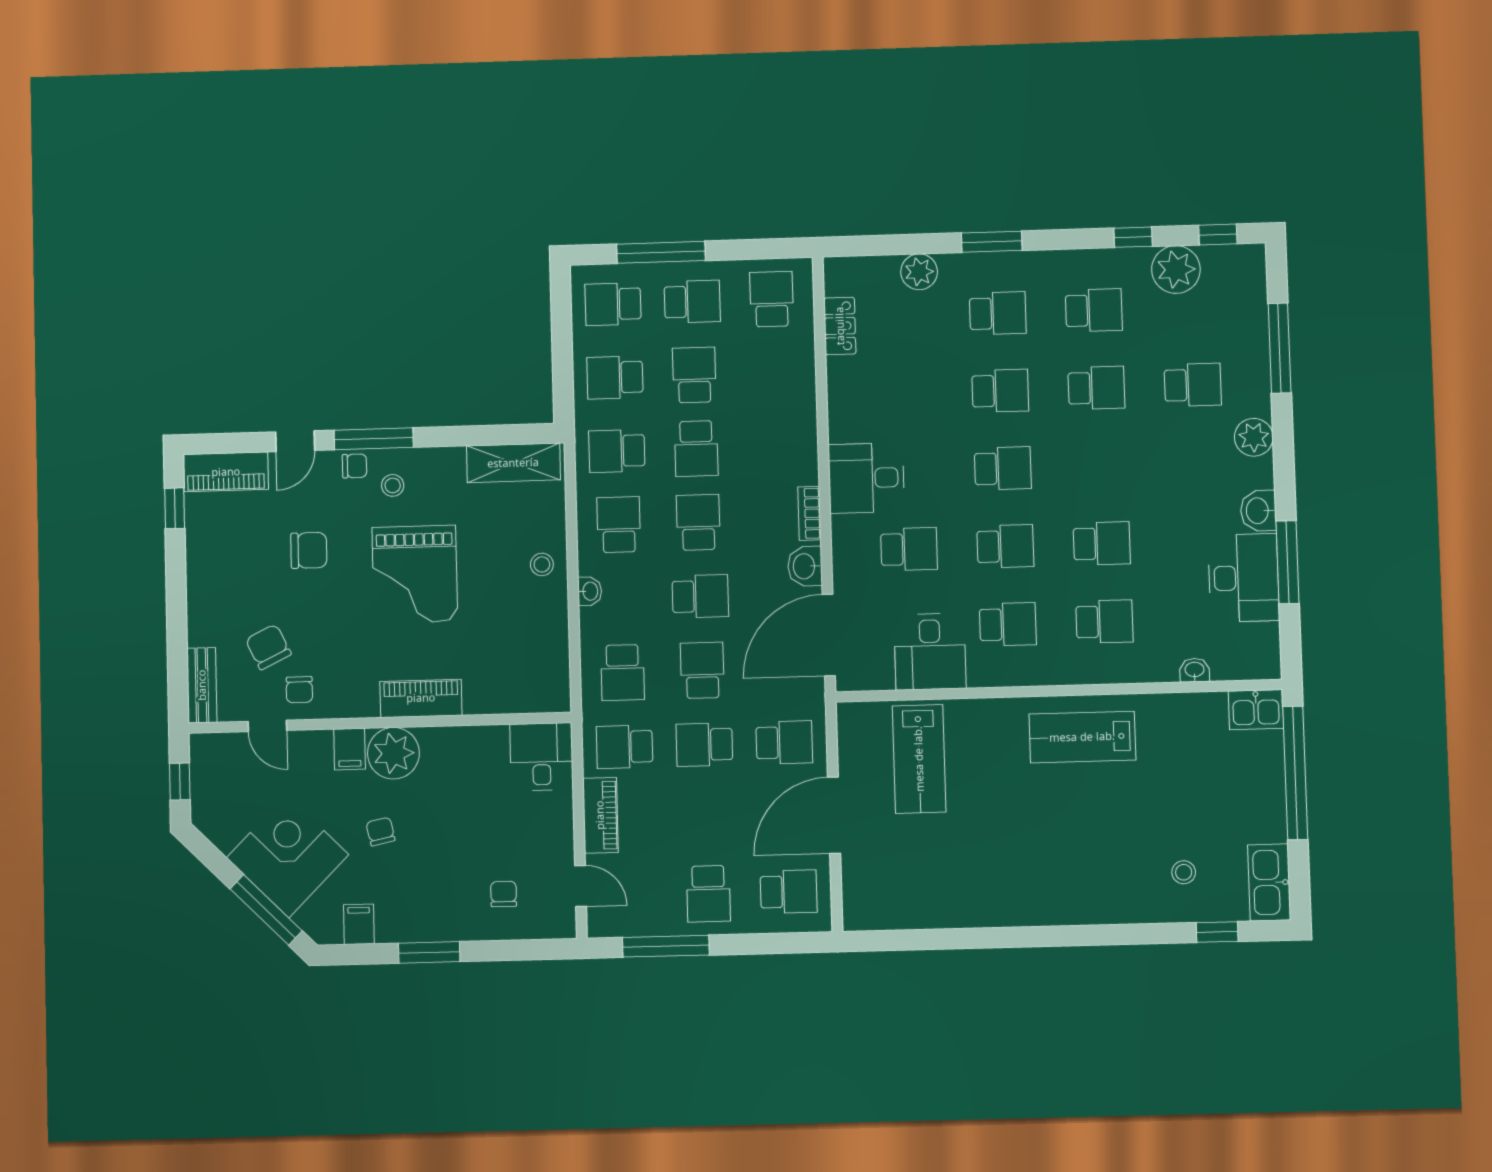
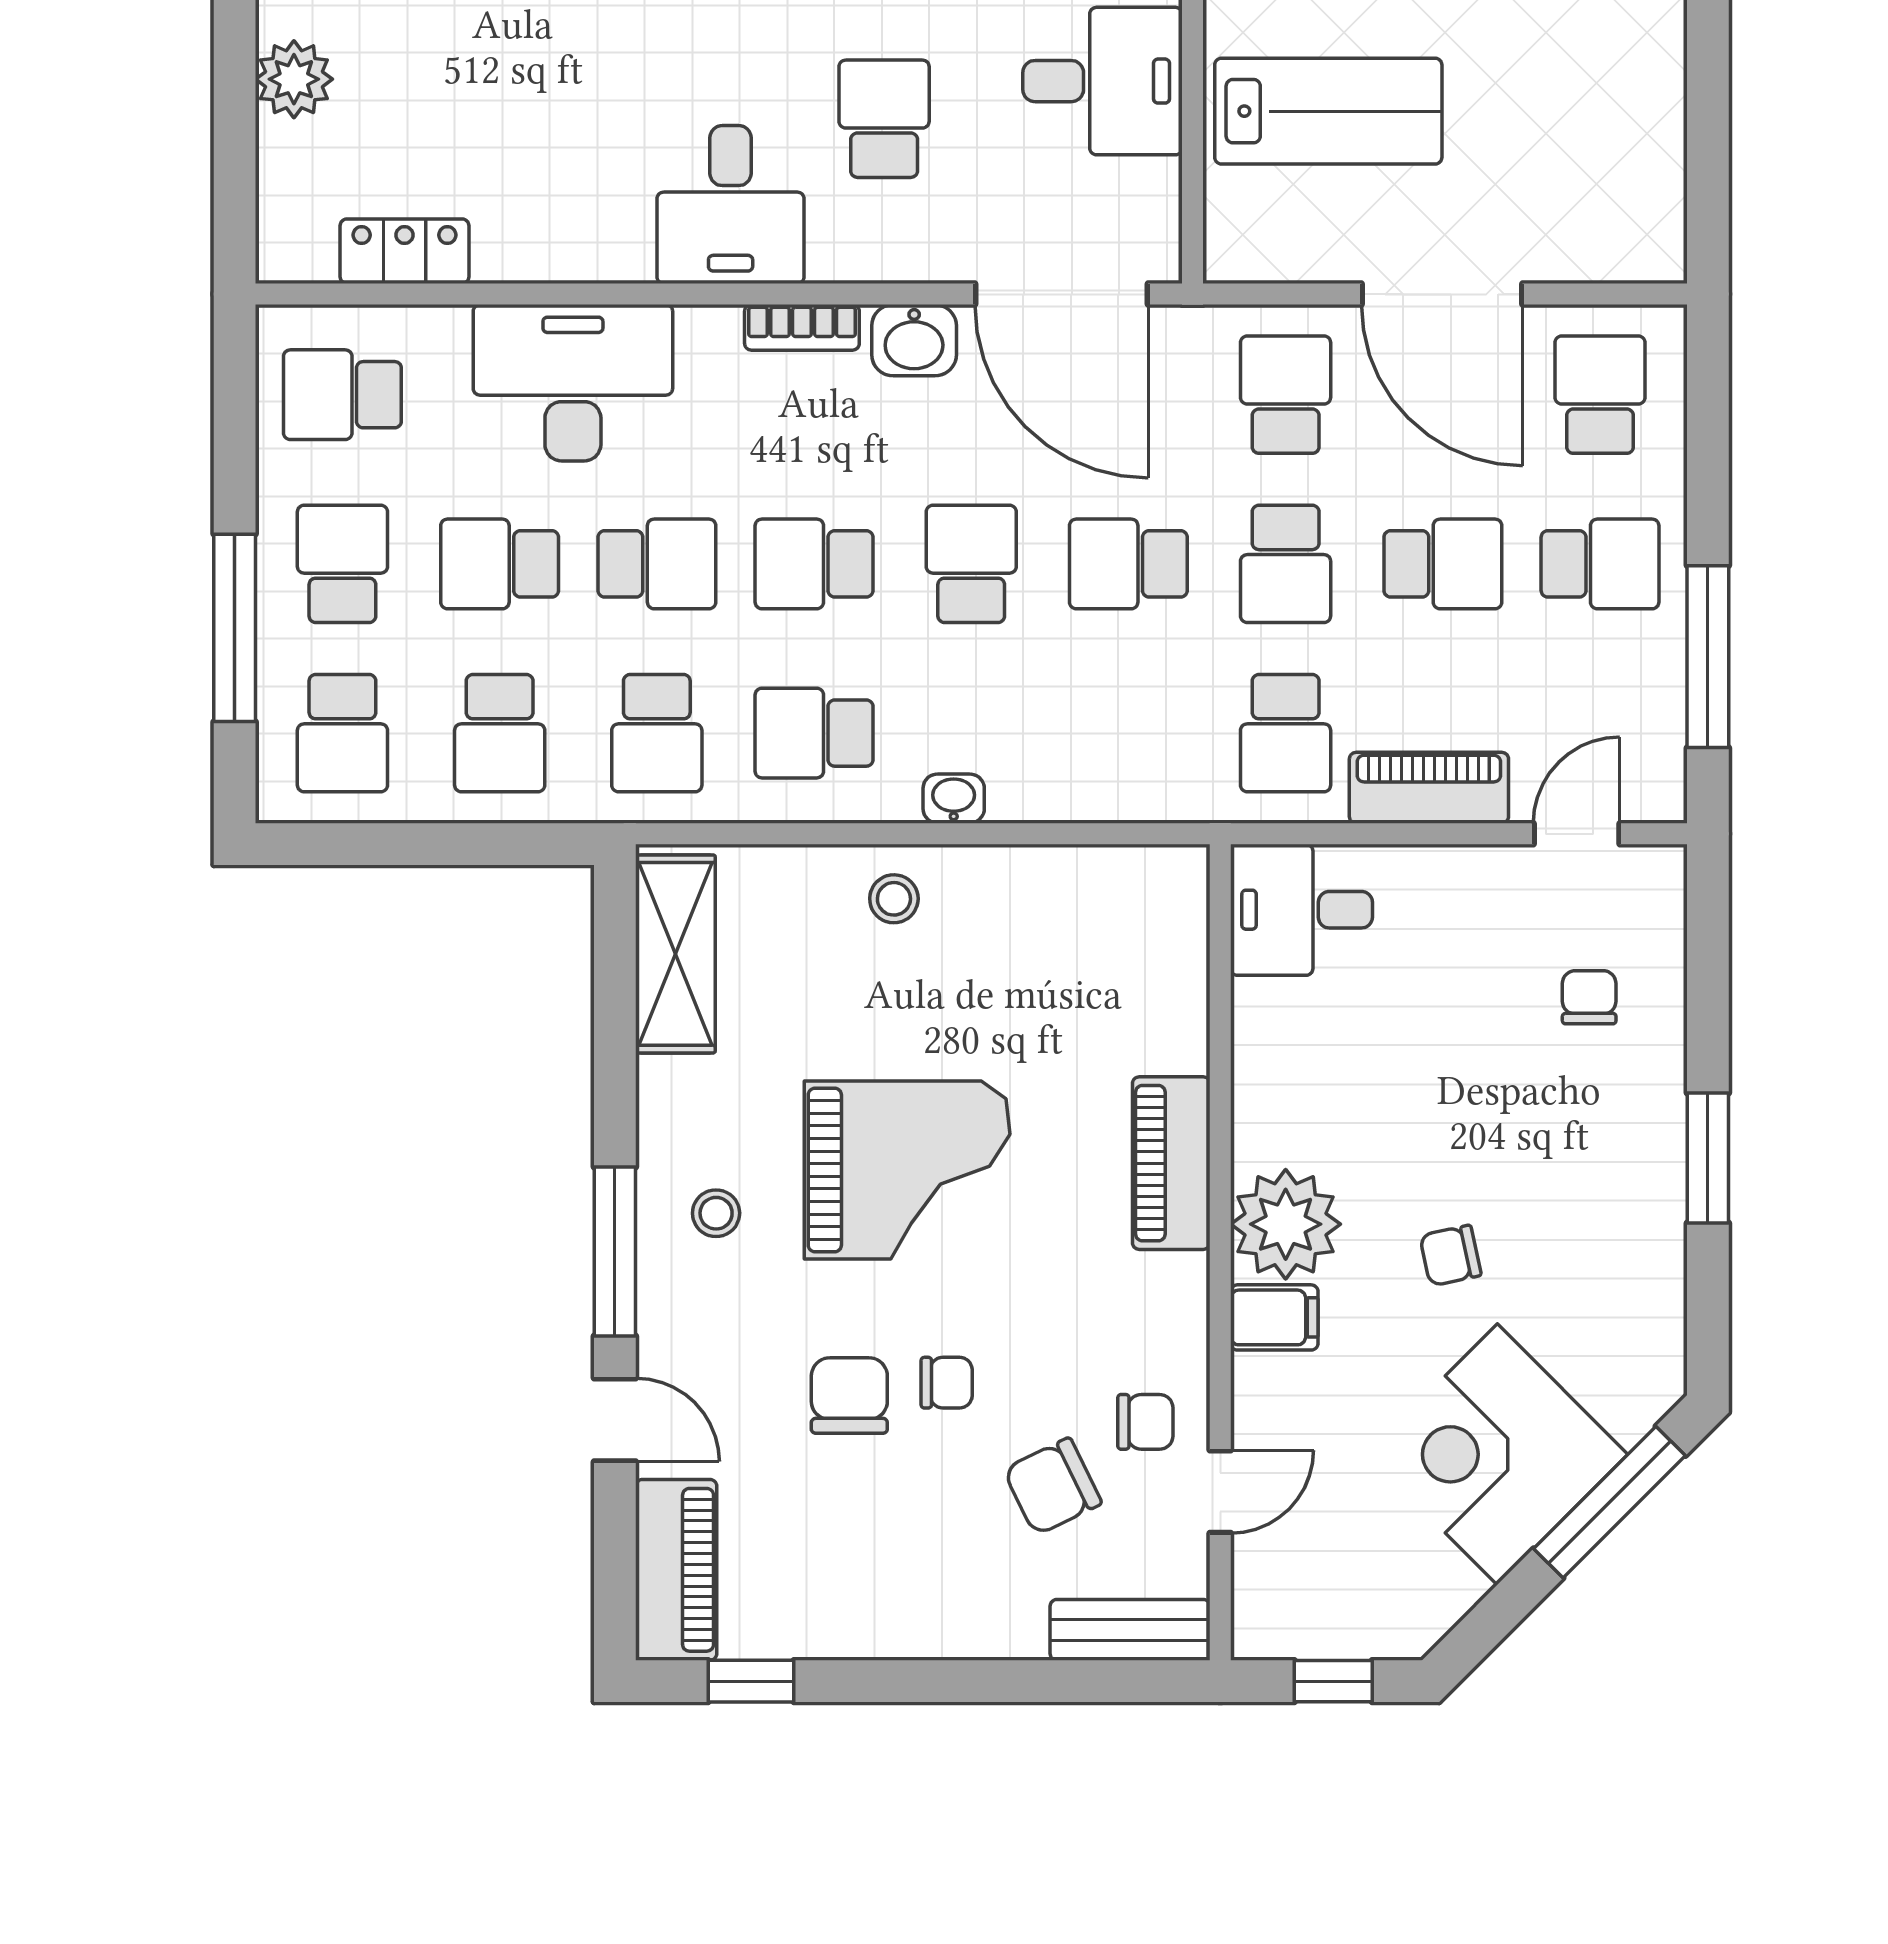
desk: (780, 407) -> (573, 383), added
chair: (355, 466) -> (947, 1383), moved, turned 90
school desk: (623, 673) -> (1443, 564), moved
chair: (504, 894) -> (1589, 997), turned 90
filing cabinet: (359, 924) -> (1645, 1306), removed

